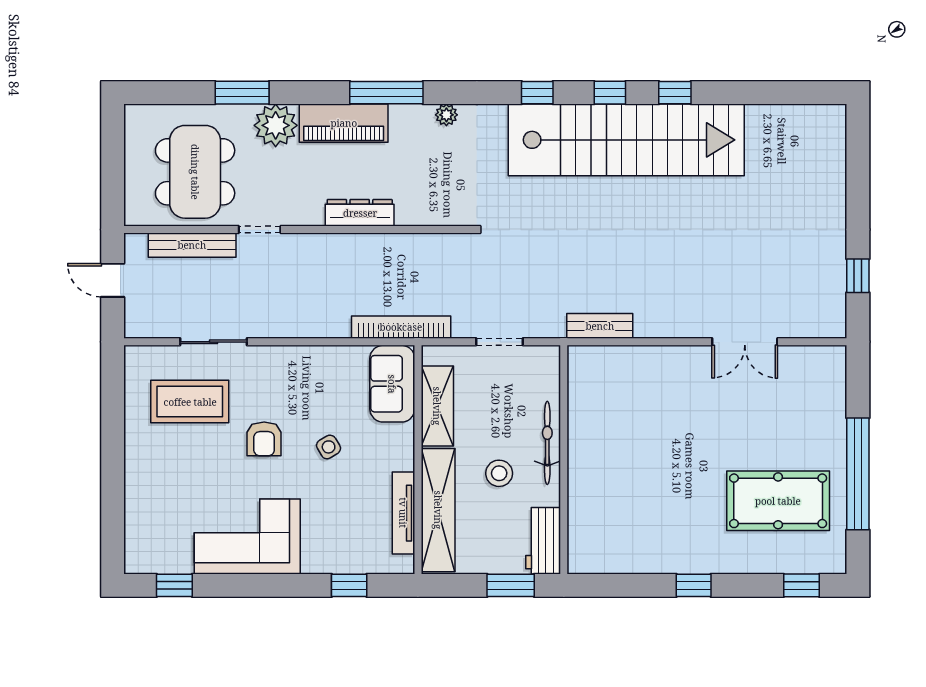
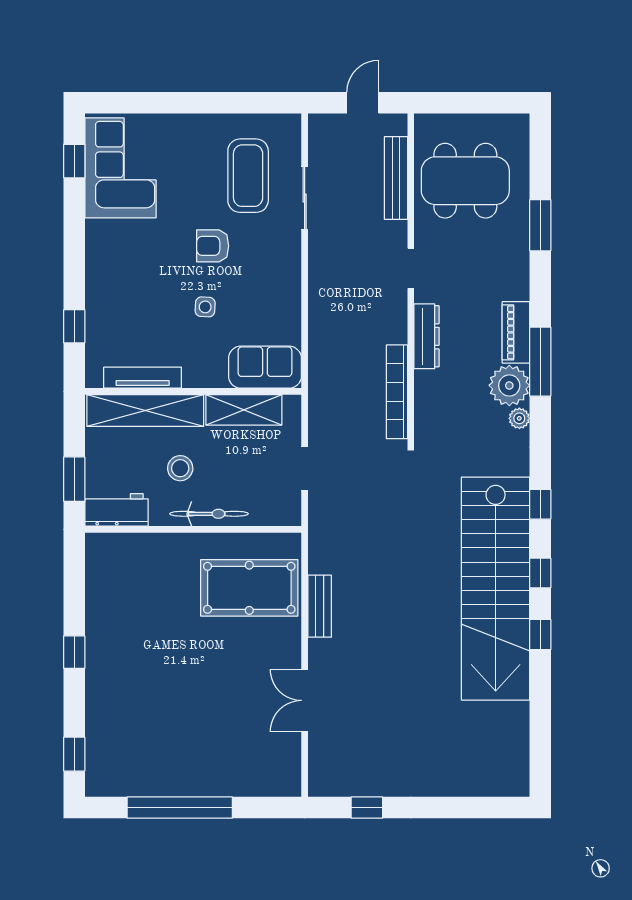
piano: (344, 123) -> (516, 332), width x0.73, depth x0.75
plant: (276, 125) -> (509, 385), moved
doorway: (260, 230) -> (411, 268), moved
bench: (600, 326) -> (320, 606), moved
bookcase: (401, 327) -> (397, 392), moved, turned 180
side table: (329, 447) -> (205, 307), turned 34
pool table: (778, 501) -> (249, 588), moved, turned 90
corner sofa: (247, 536) -> (120, 168), moved

